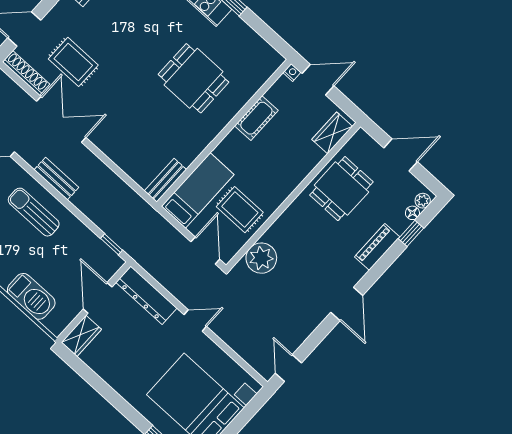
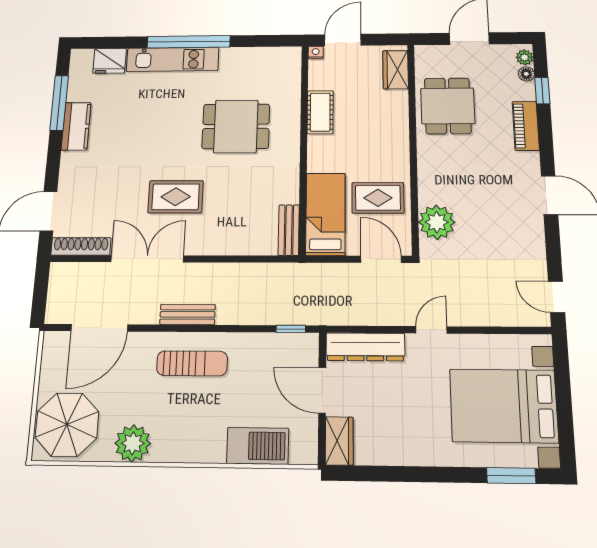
rug: (73, 62) -> (176, 197), moved
sun lounger: (34, 212) -> (192, 363), turned 180

